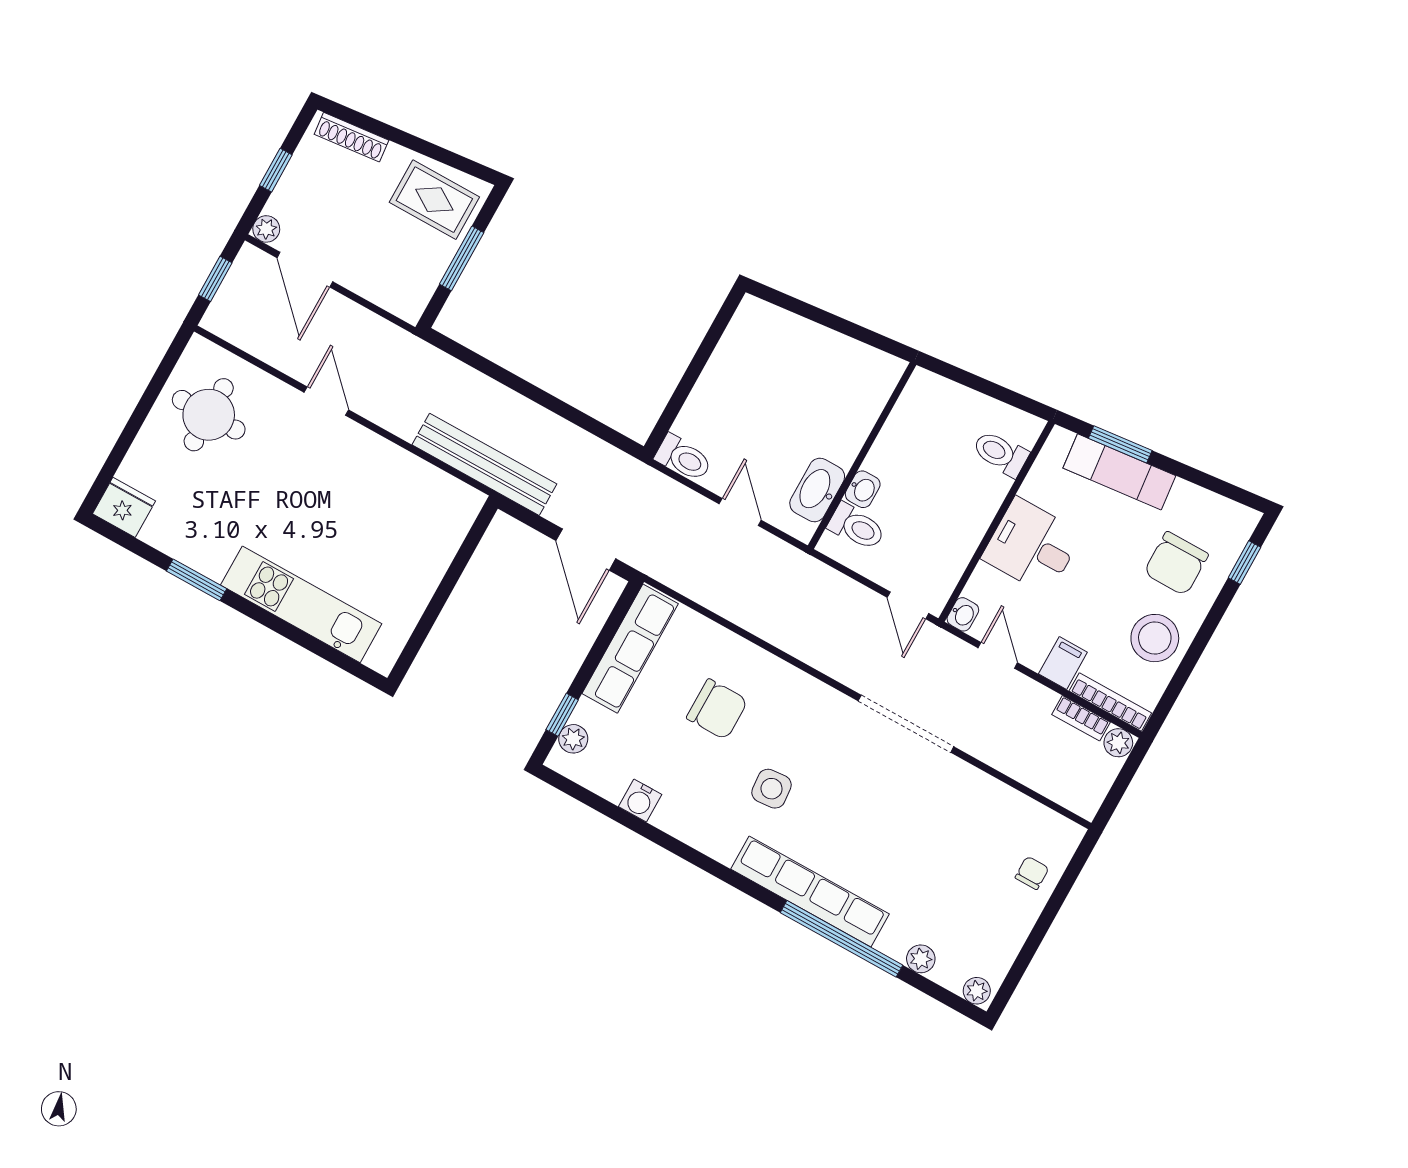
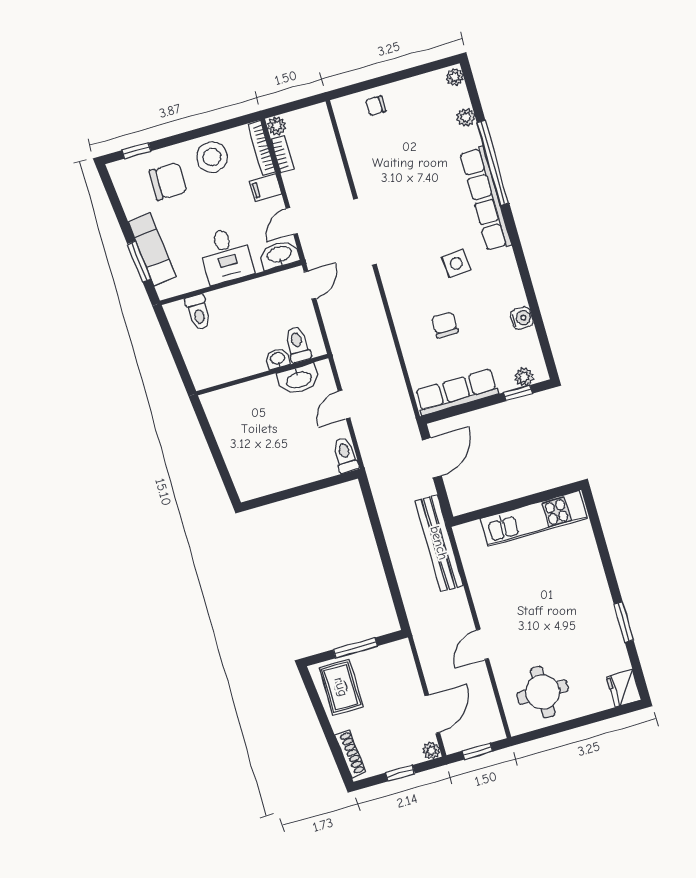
kitchen unit: (301, 604) -> (534, 518), moved, turned -90
washbasin: (963, 614) -> (279, 255), width x1.91, depth x1.45
chair: (717, 709) -> (445, 325), width x0.73, depth x0.73

